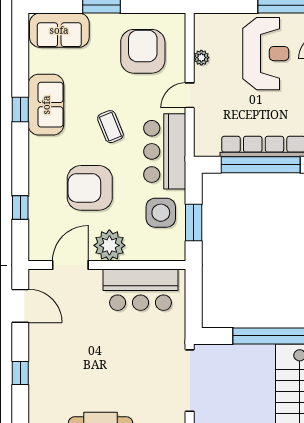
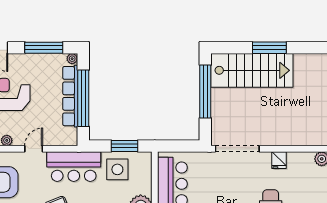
door: (190, 95) -> (34, 149), swing flipped

